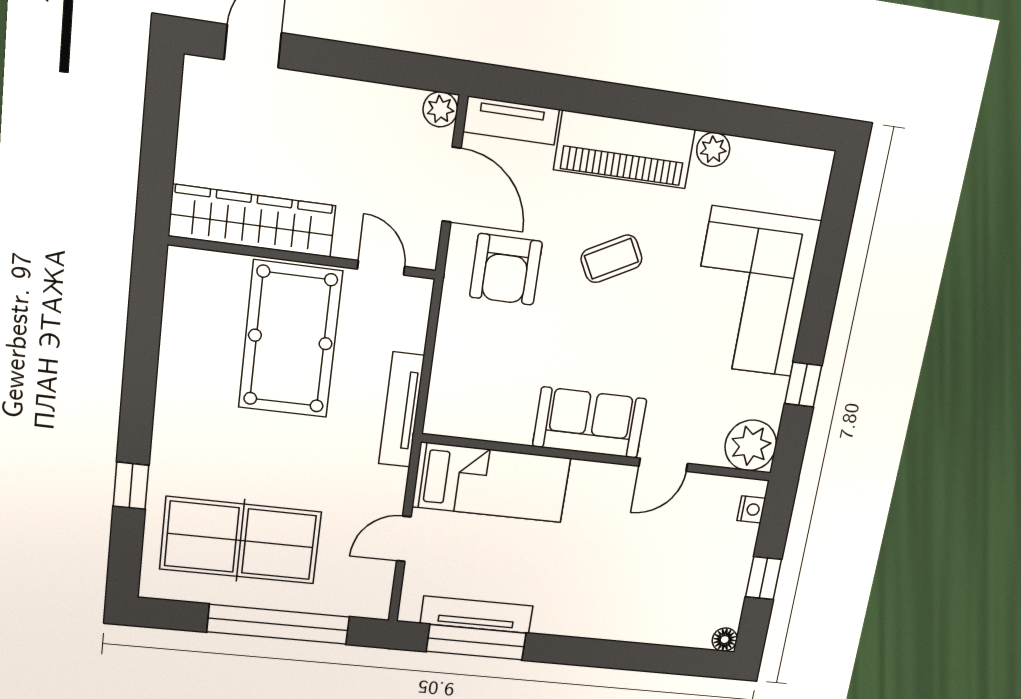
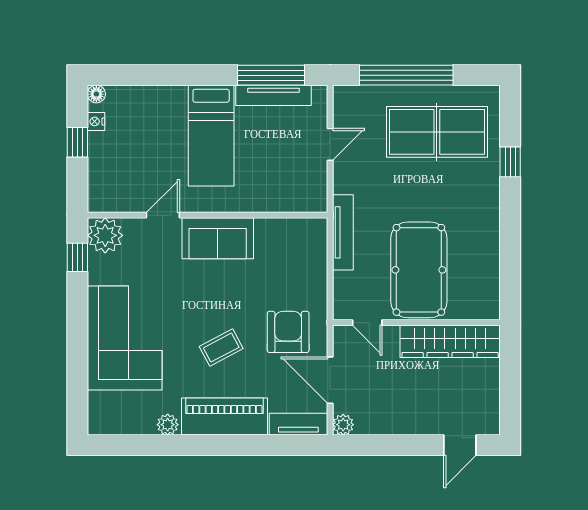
window: (803, 385) -> (77, 257), moved
bed: (491, 482) -> (211, 136), moved, turned -90
nightstand: (751, 509) -> (96, 121), moved

